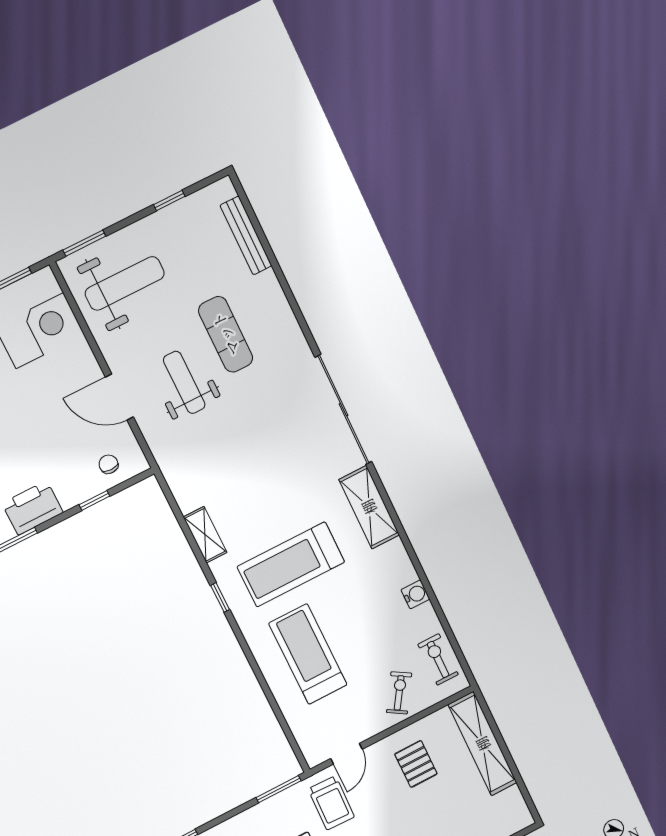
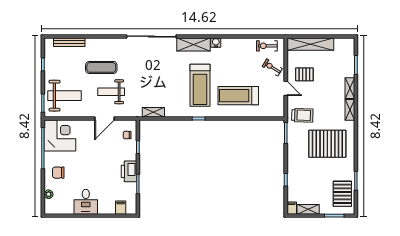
weight bench: (125, 283) -> (64, 96), turned 90
shelving: (205, 535) -> (153, 112), moved
water cooler: (415, 594) -> (216, 43), moved
door: (346, 754) -> (286, 88), moved

